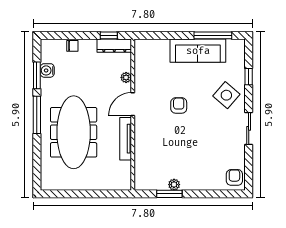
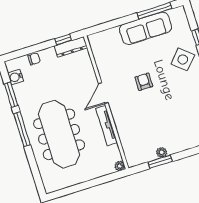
water cooler: (47, 70) -> (16, 77), moved
plant: (126, 77) -> (120, 166), moved

